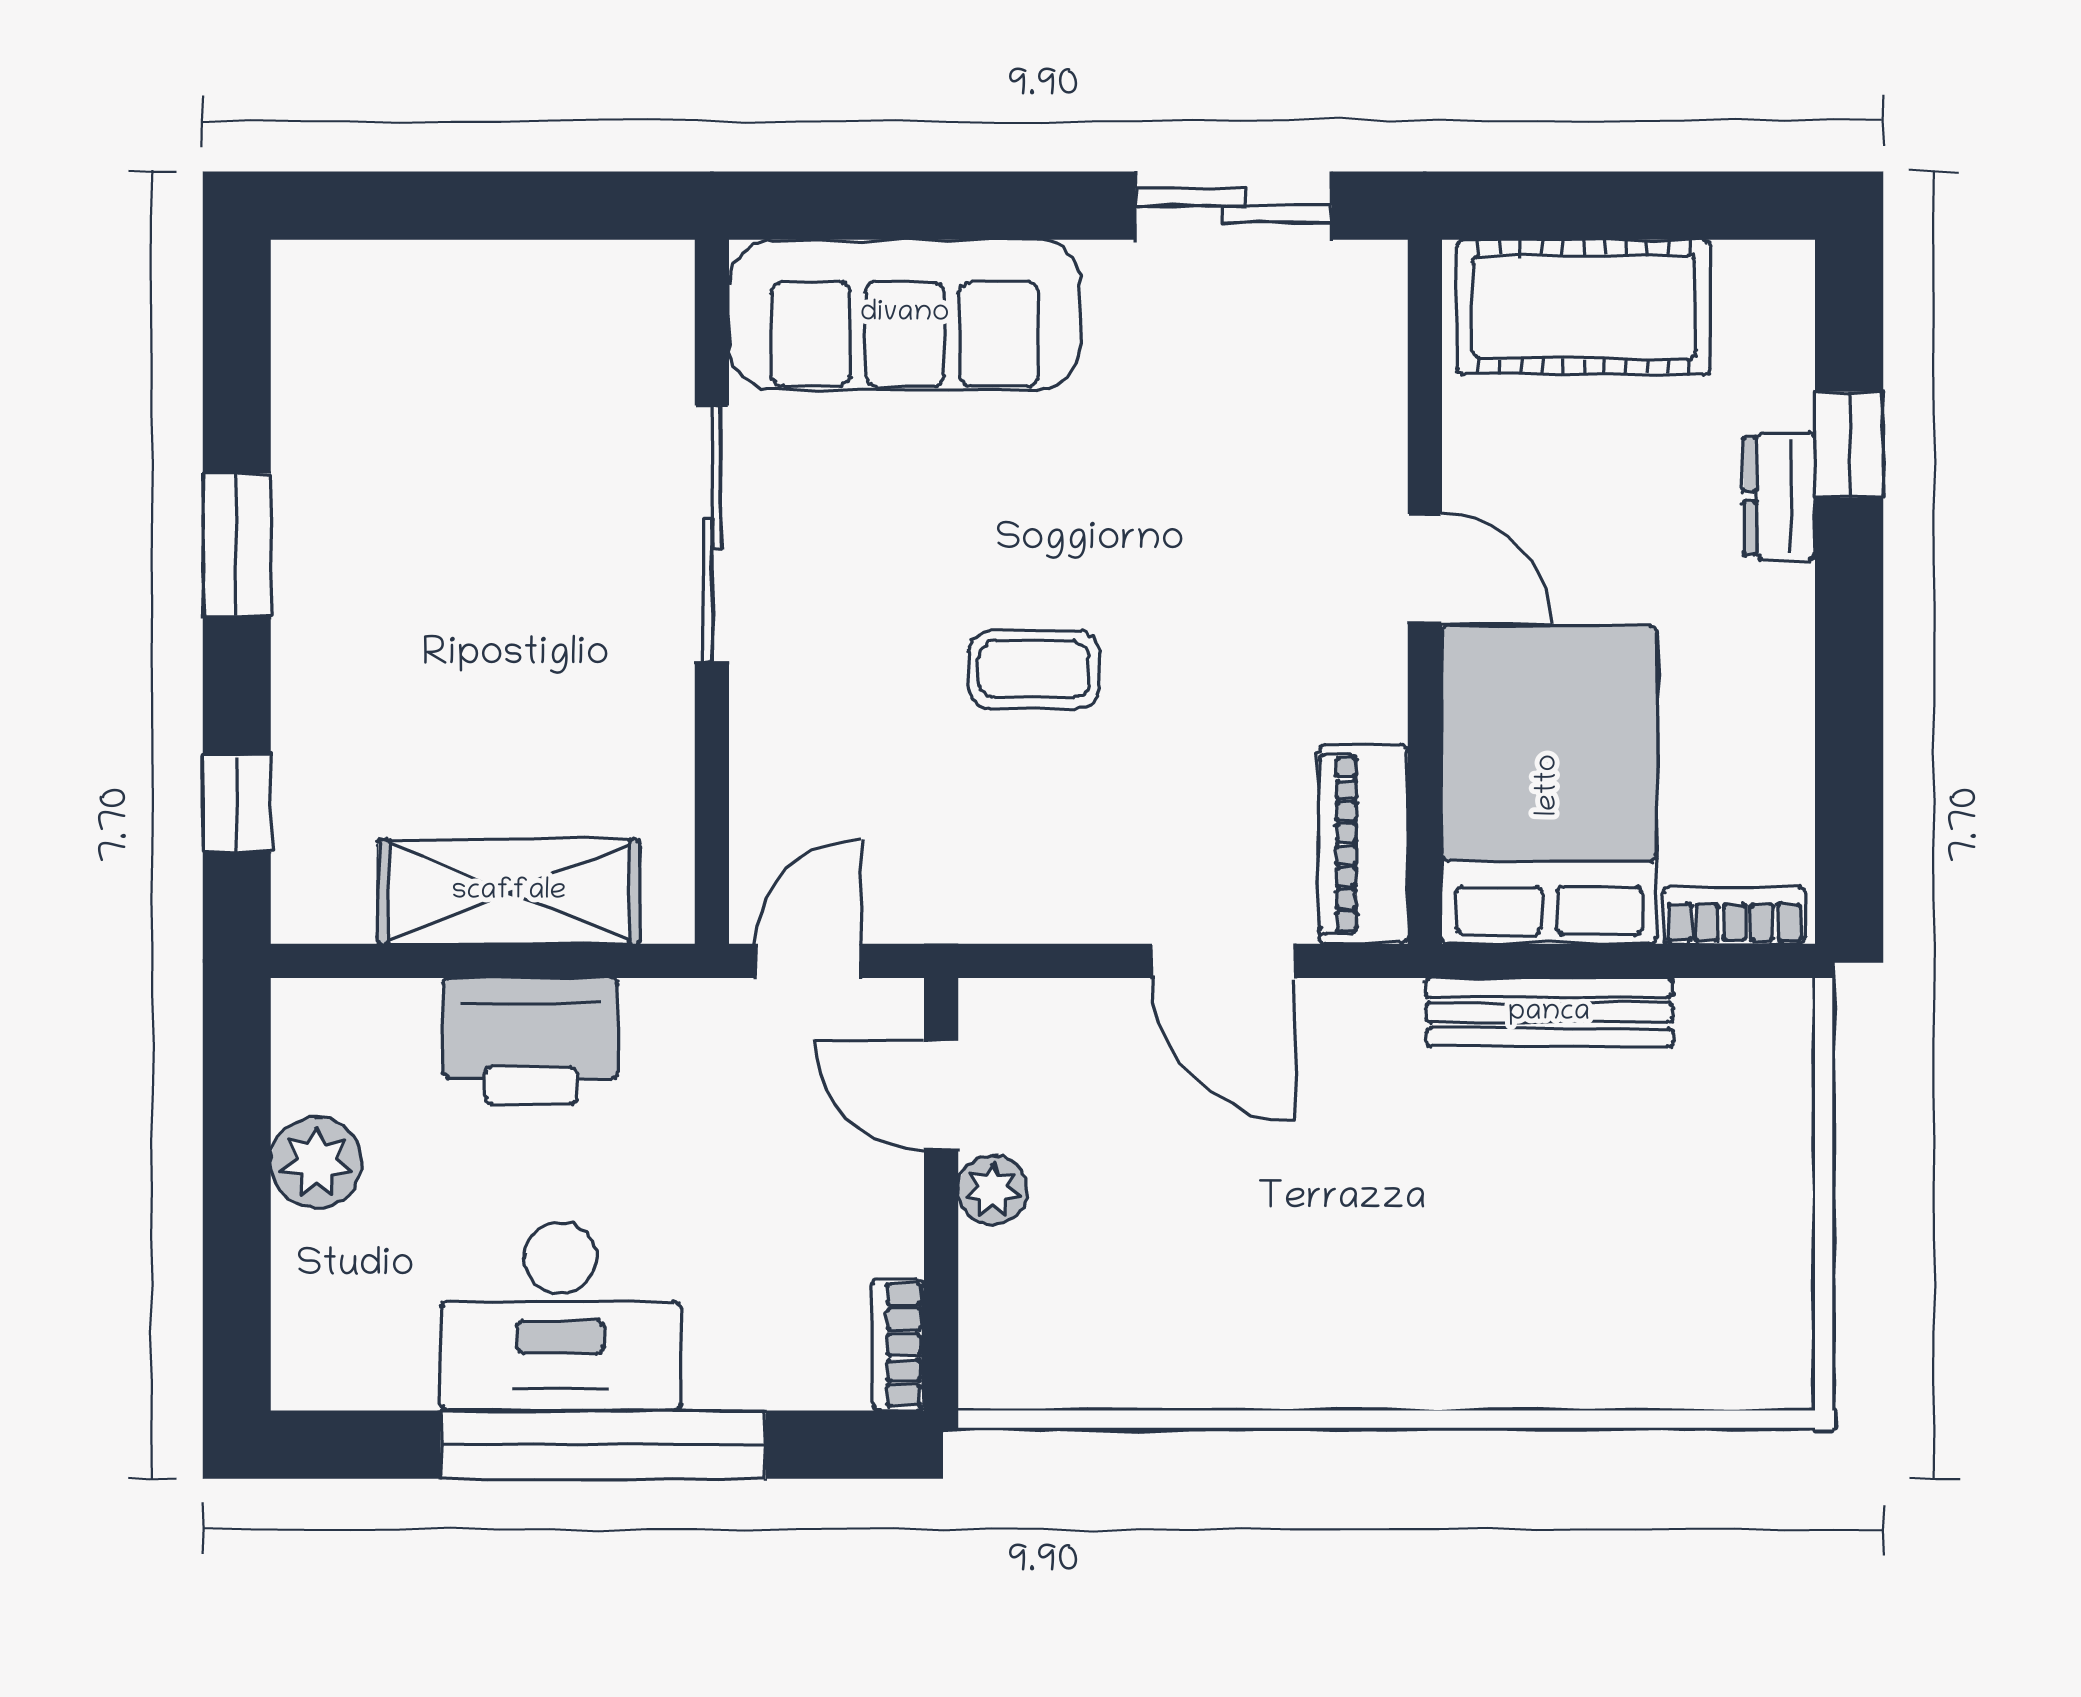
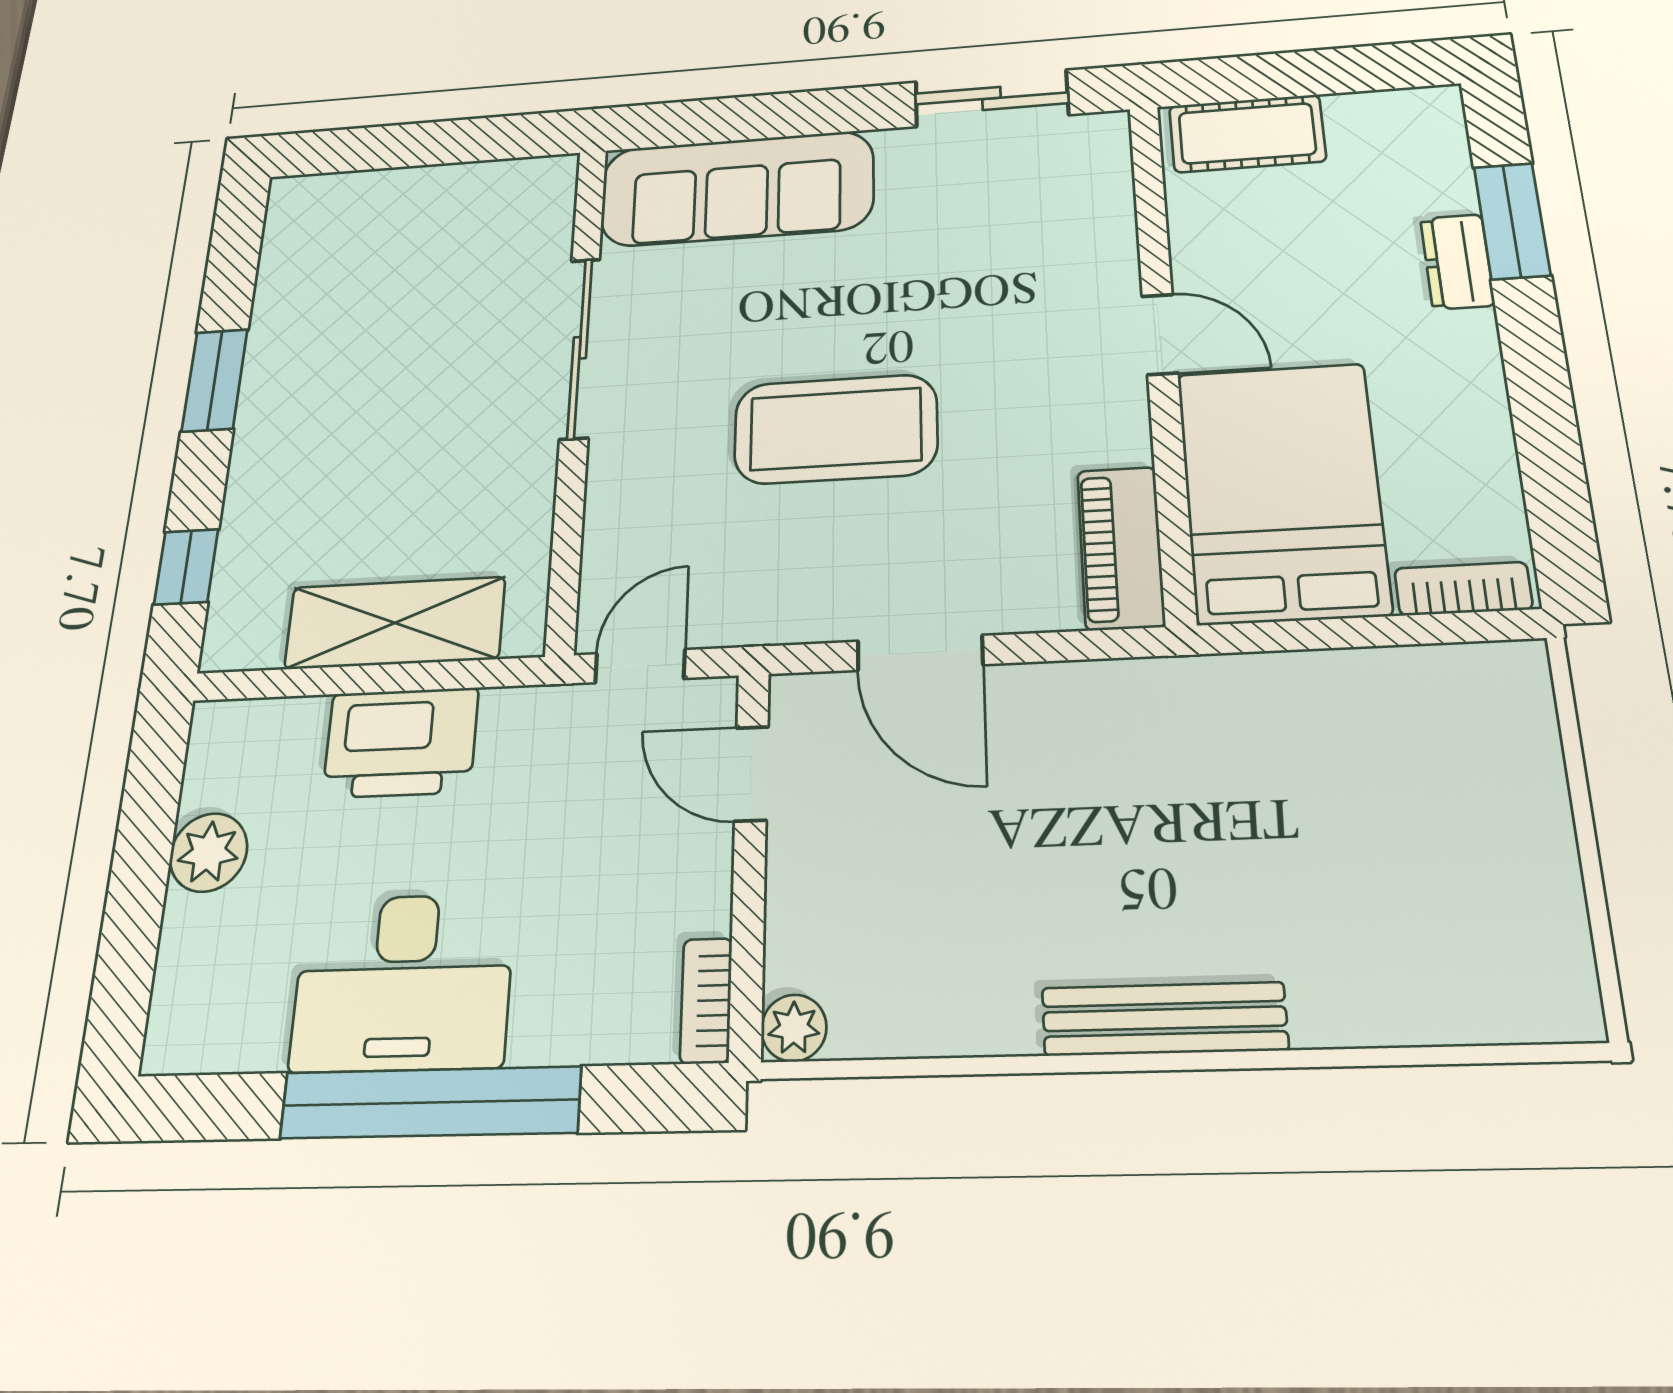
cot: (1584, 307) -> (1247, 133), width x0.73, depth x0.75
window: (1849, 445) -> (1512, 221), width x1.50
coffee table: (1034, 669) -> (836, 429), width x1.86, depth x1.72
door: (1223, 961) -> (920, 653), moved
bench: (1549, 1013) -> (1164, 1019), moved
plant: (993, 1190) -> (794, 1028), moved

